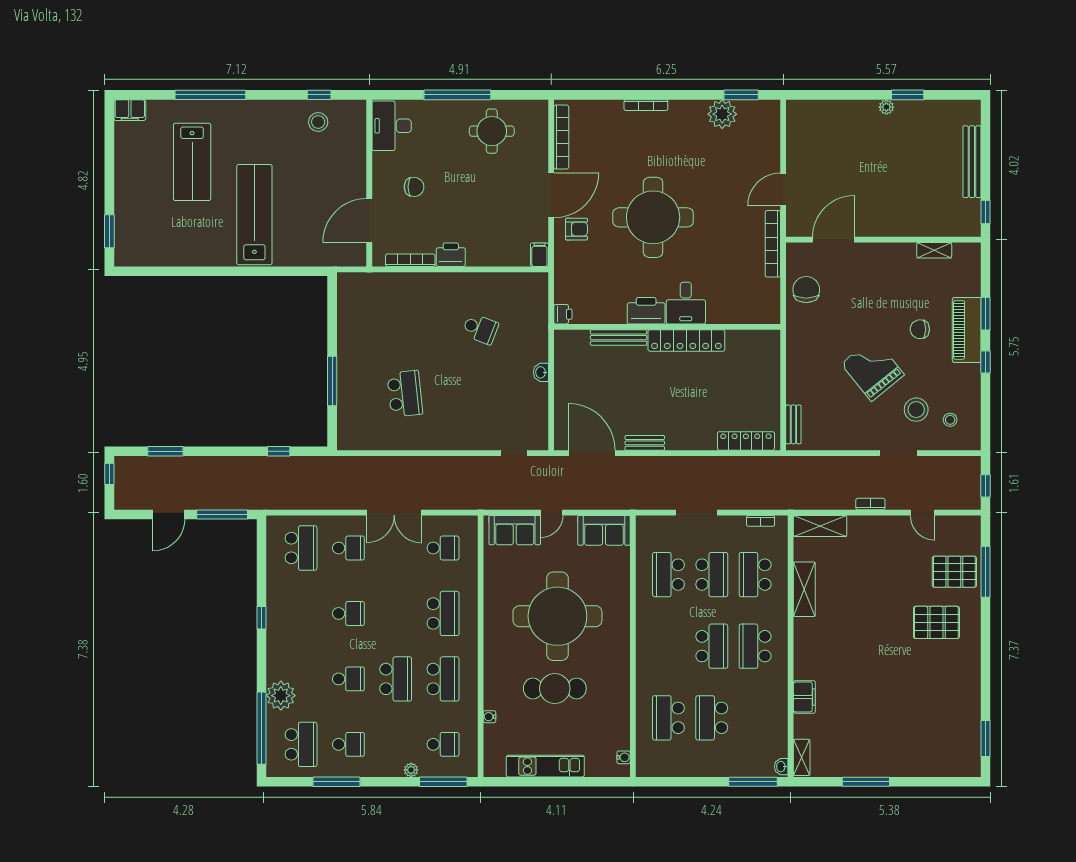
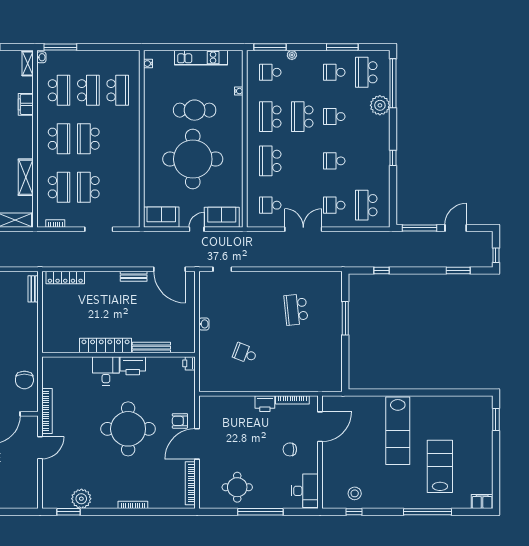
filing cabinet: (539, 255) -> (205, 404), removed
school desk: (668, 575) -> (59, 90), moved

